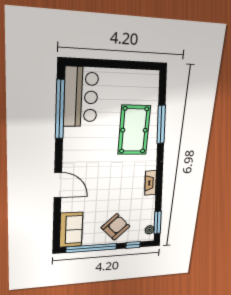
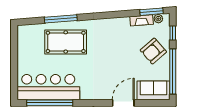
bar counter: (81, 97) -> (48, 87), width x1.36
fireplace: (151, 183) -> (142, 20), moved
door: (58, 185) -> (123, 103), moved
armchair: (116, 227) -> (153, 51), turned -87

